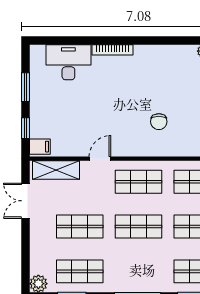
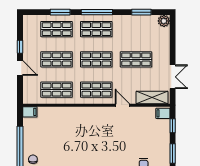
chair: (159, 122) -> (83, 130), removed
door: (100, 159) -> (122, 105), swing flipped
shop shelf: (80, 271) -> (96, 29), moved

